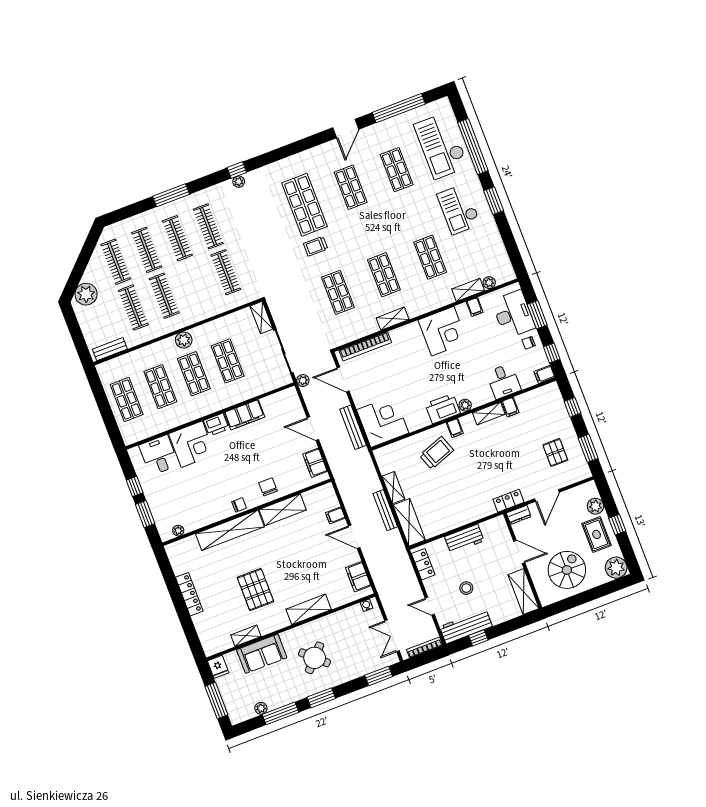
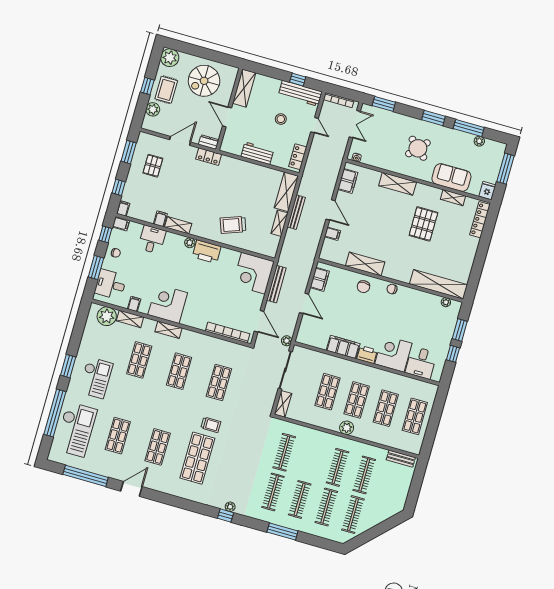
plant: (489, 283) -> (107, 316), width x1.88, depth x1.88
plant: (86, 294) -> (389, 508), removed
desk: (513, 314) -> (111, 284), width x0.73
shelving: (393, 319) -> (168, 330), moved
filing cabinet: (455, 428) -> (123, 208), moved
shelving: (230, 530) -> (439, 284), moved
locker: (189, 594) -> (480, 220), moved

